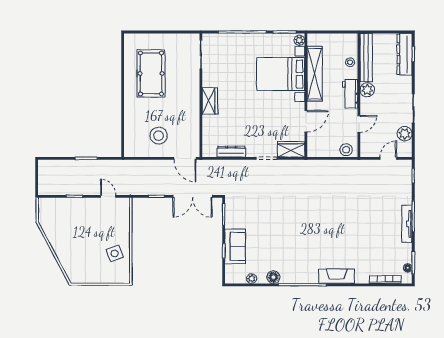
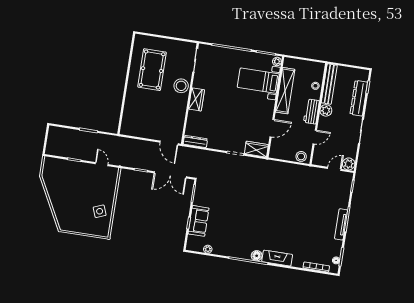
dresser: (404, 54) -> (359, 98), moved
bed with nightstands: (281, 74) -> (258, 81), width x0.73
plant: (405, 134) -> (349, 164), moved
stool: (159, 136) -> (181, 86), moved
dresser: (231, 152) -> (195, 141), moved
floor lamp: (273, 277) -> (257, 256), moved

